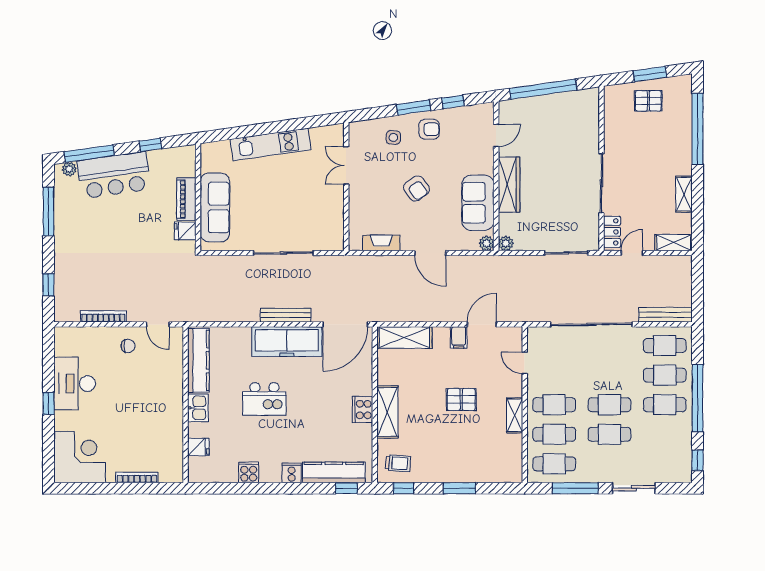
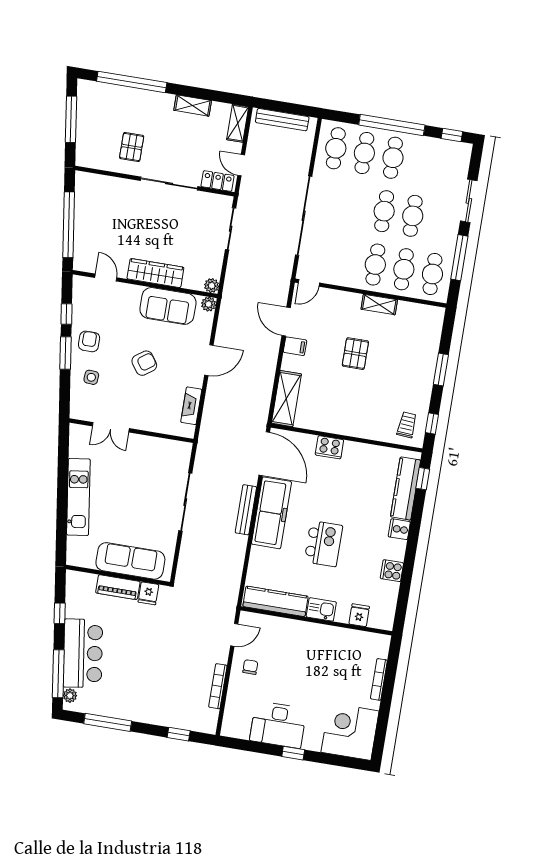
window: (650, 74) -> (71, 119), width x1.44
pallet: (648, 101) -> (132, 147), moved
bench: (666, 315) -> (282, 120), moved, turned 90
door: (525, 363) -> (309, 283), moved
cooker: (362, 410) -> (329, 447), moved
shelving: (387, 412) -> (356, 427), removed

